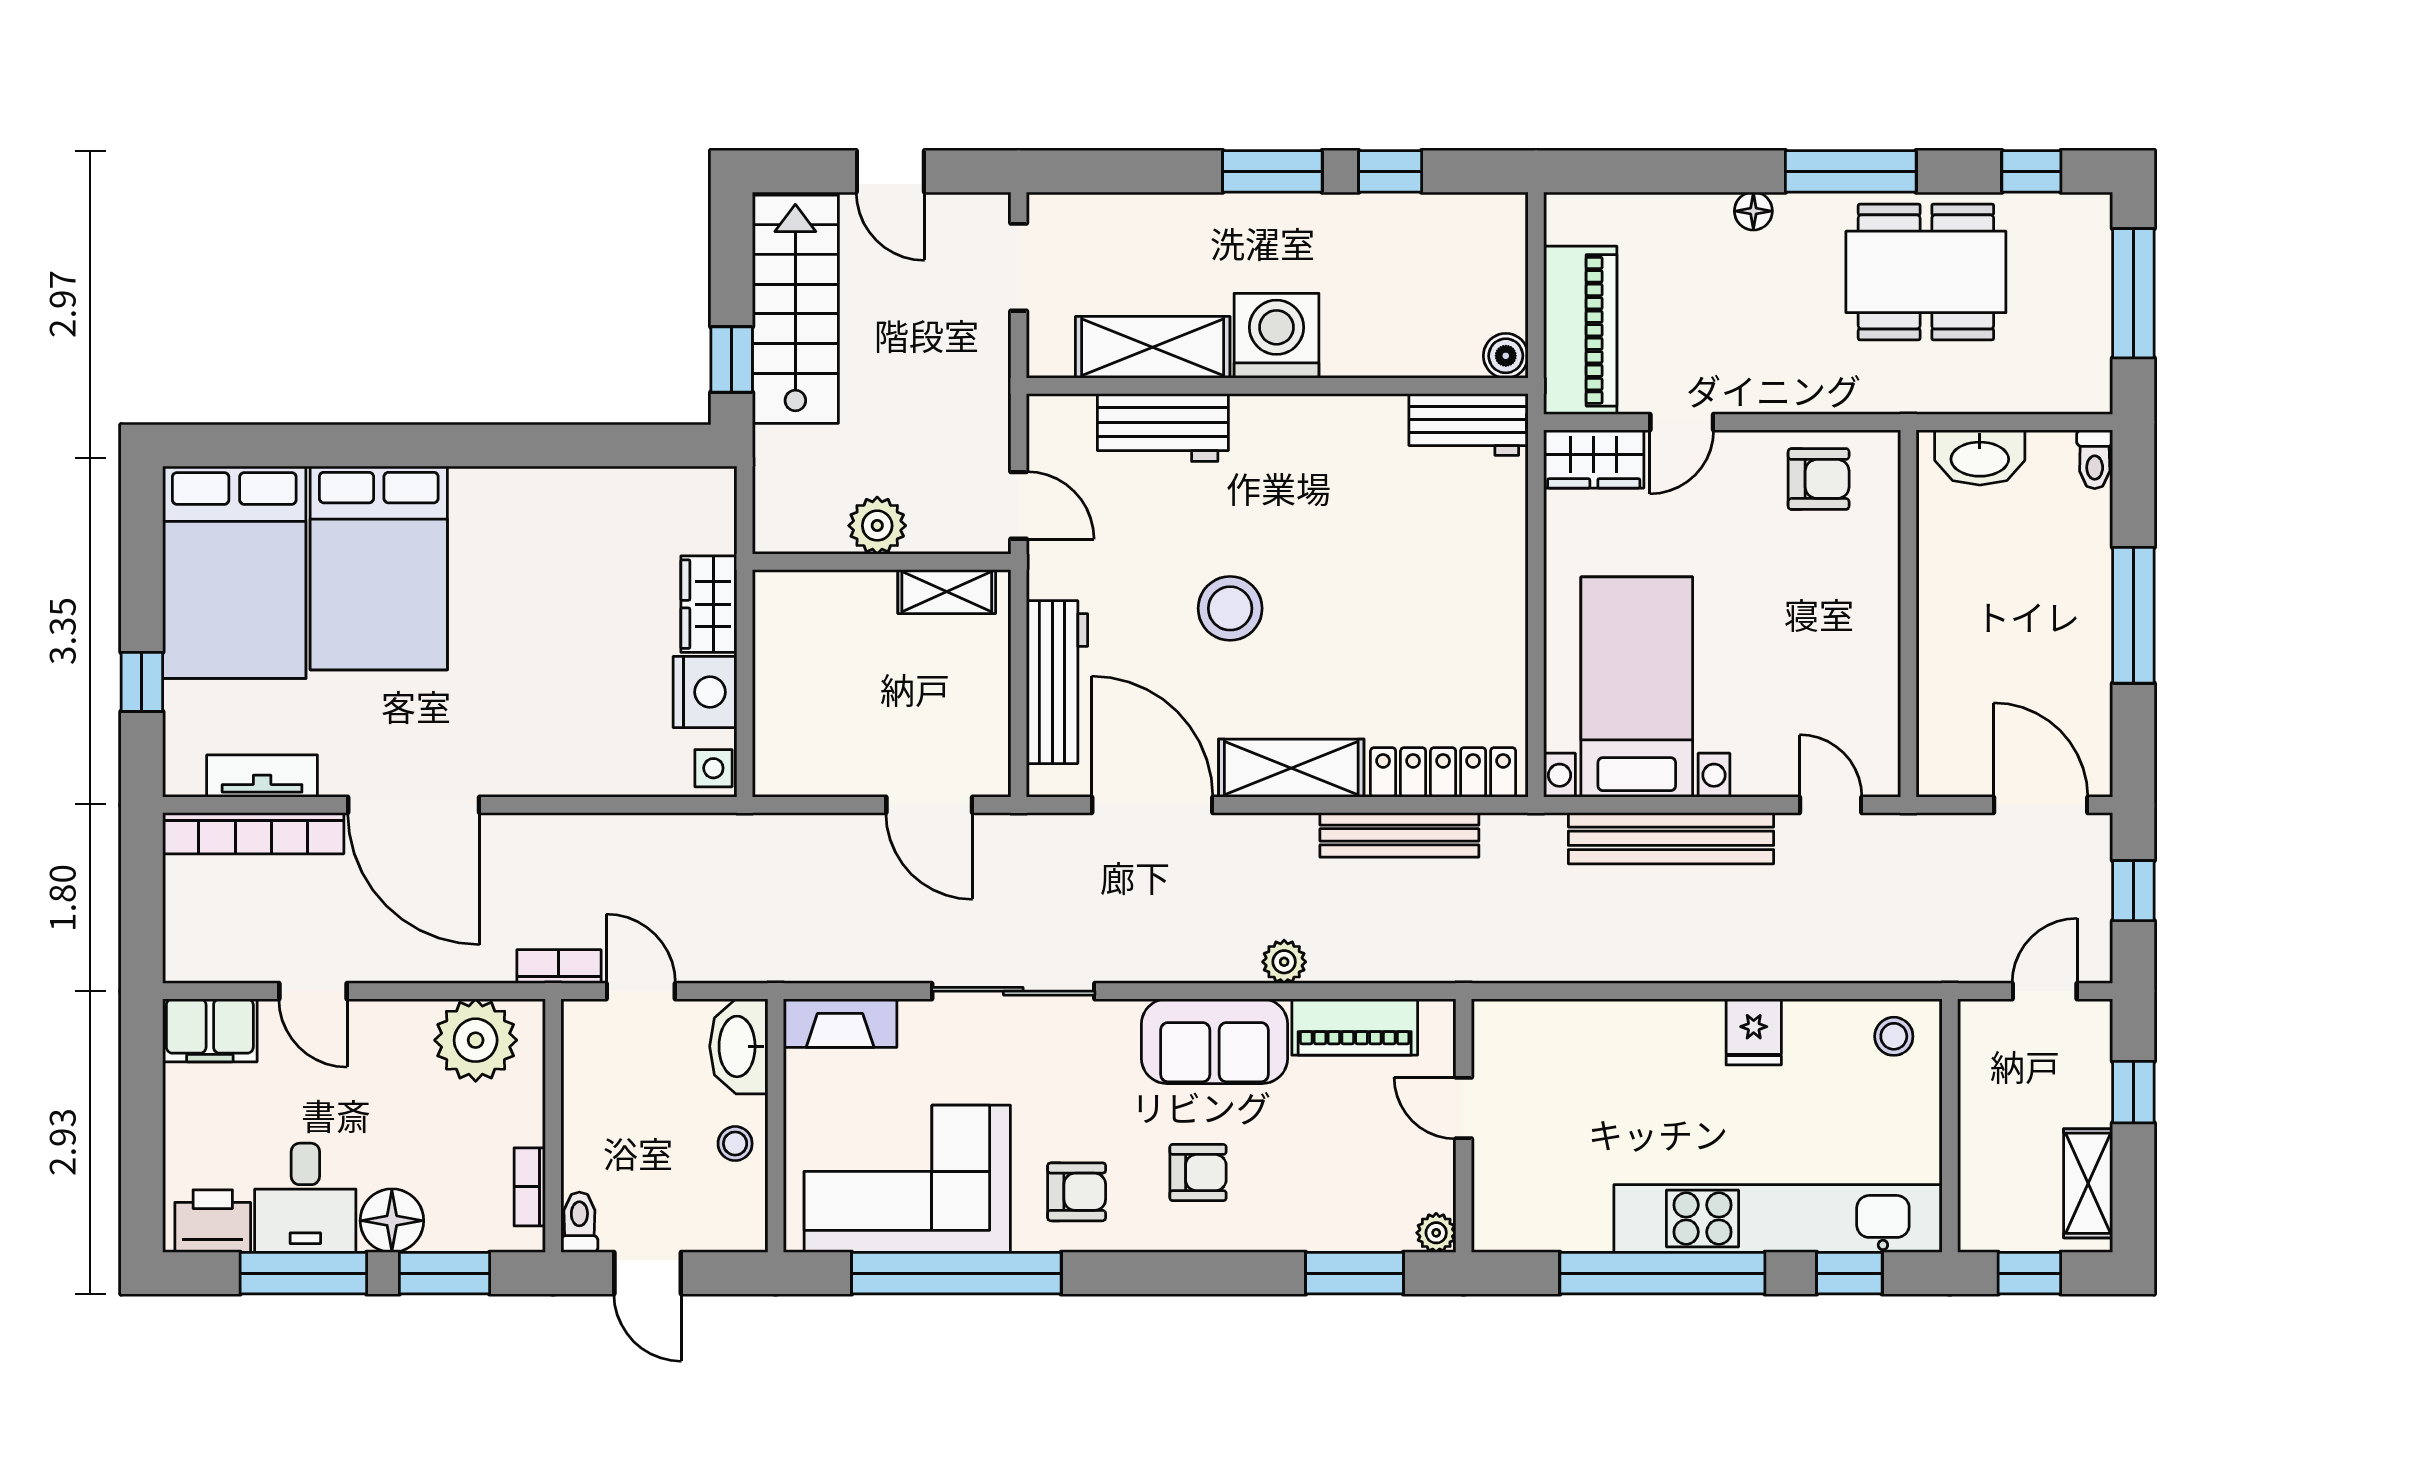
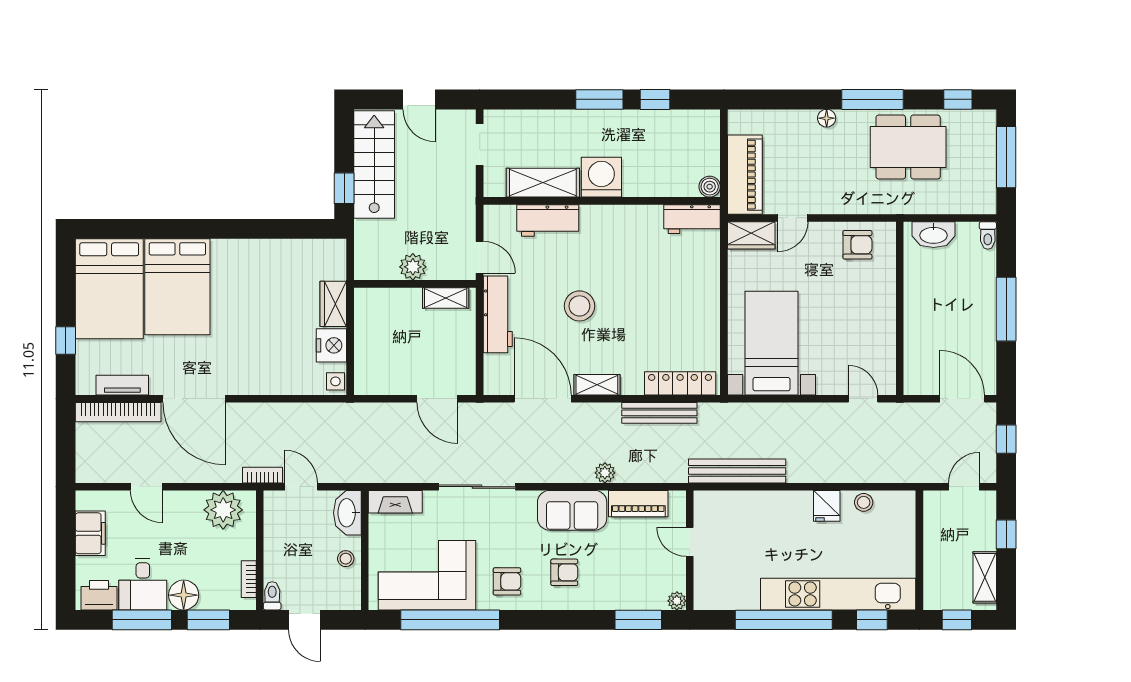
workbench: (1057, 682) -> (498, 314), moved
shelving: (1291, 768) -> (597, 385), width x0.67, depth x0.75
bench: (1671, 838) -> (737, 471), moved
filing cabinet: (210, 1030) -> (90, 533), moved, turned -90
stool: (1894, 1036) -> (864, 502), moved

